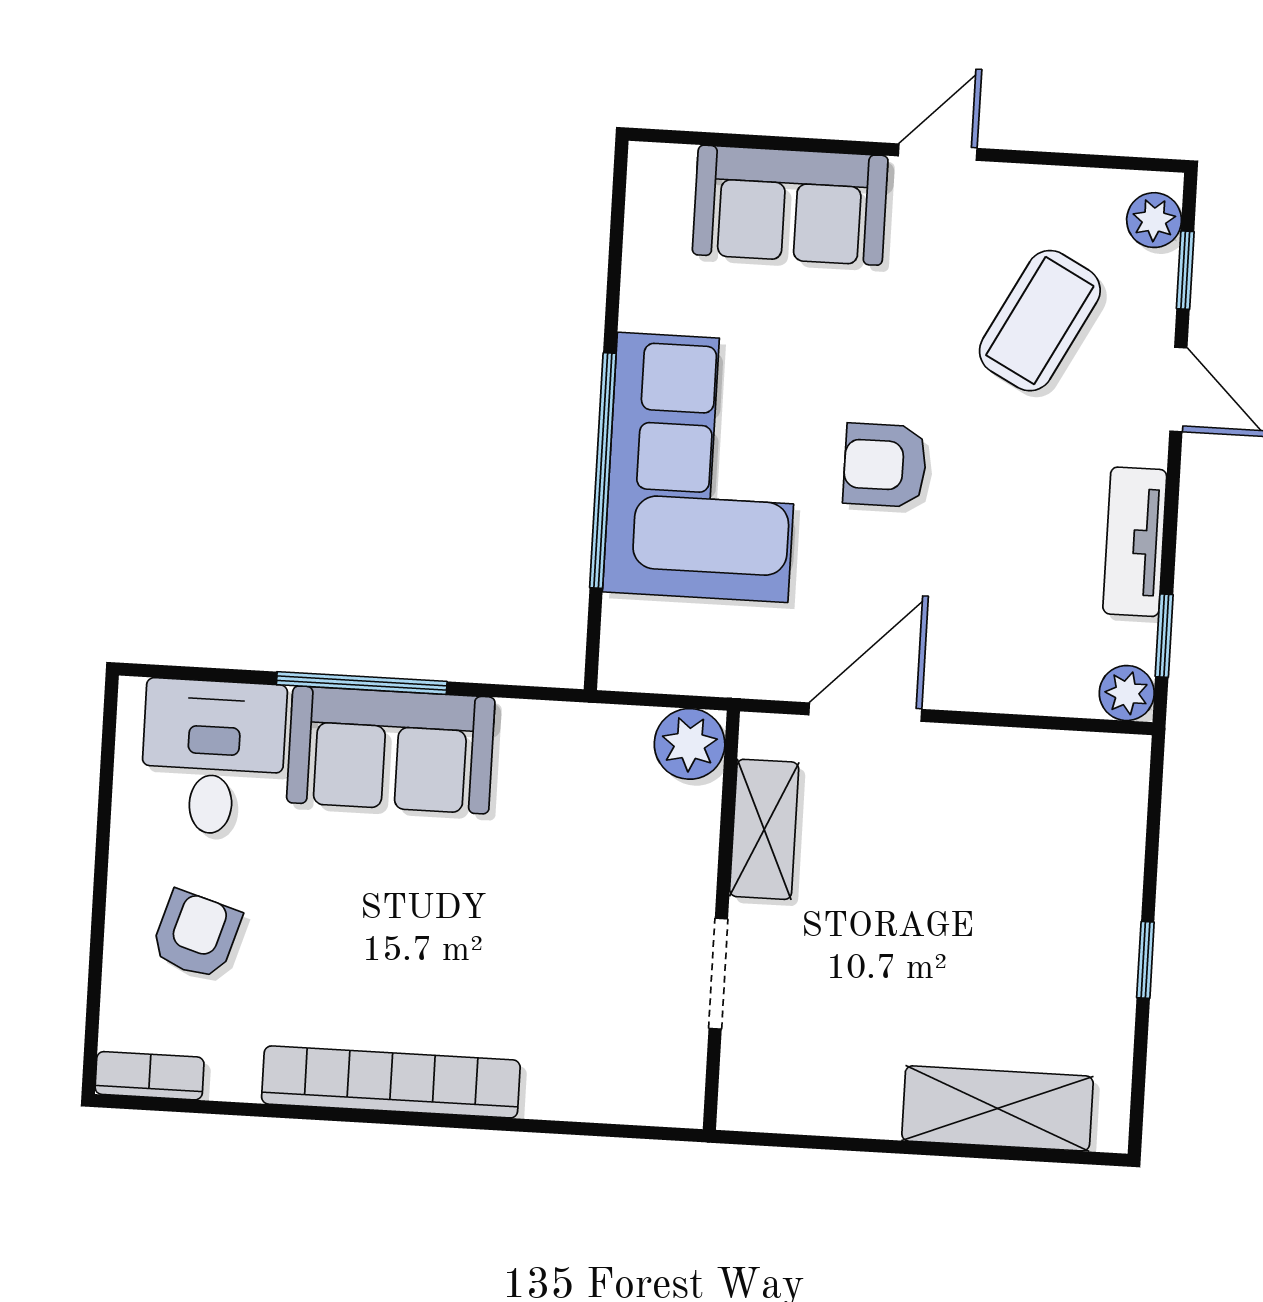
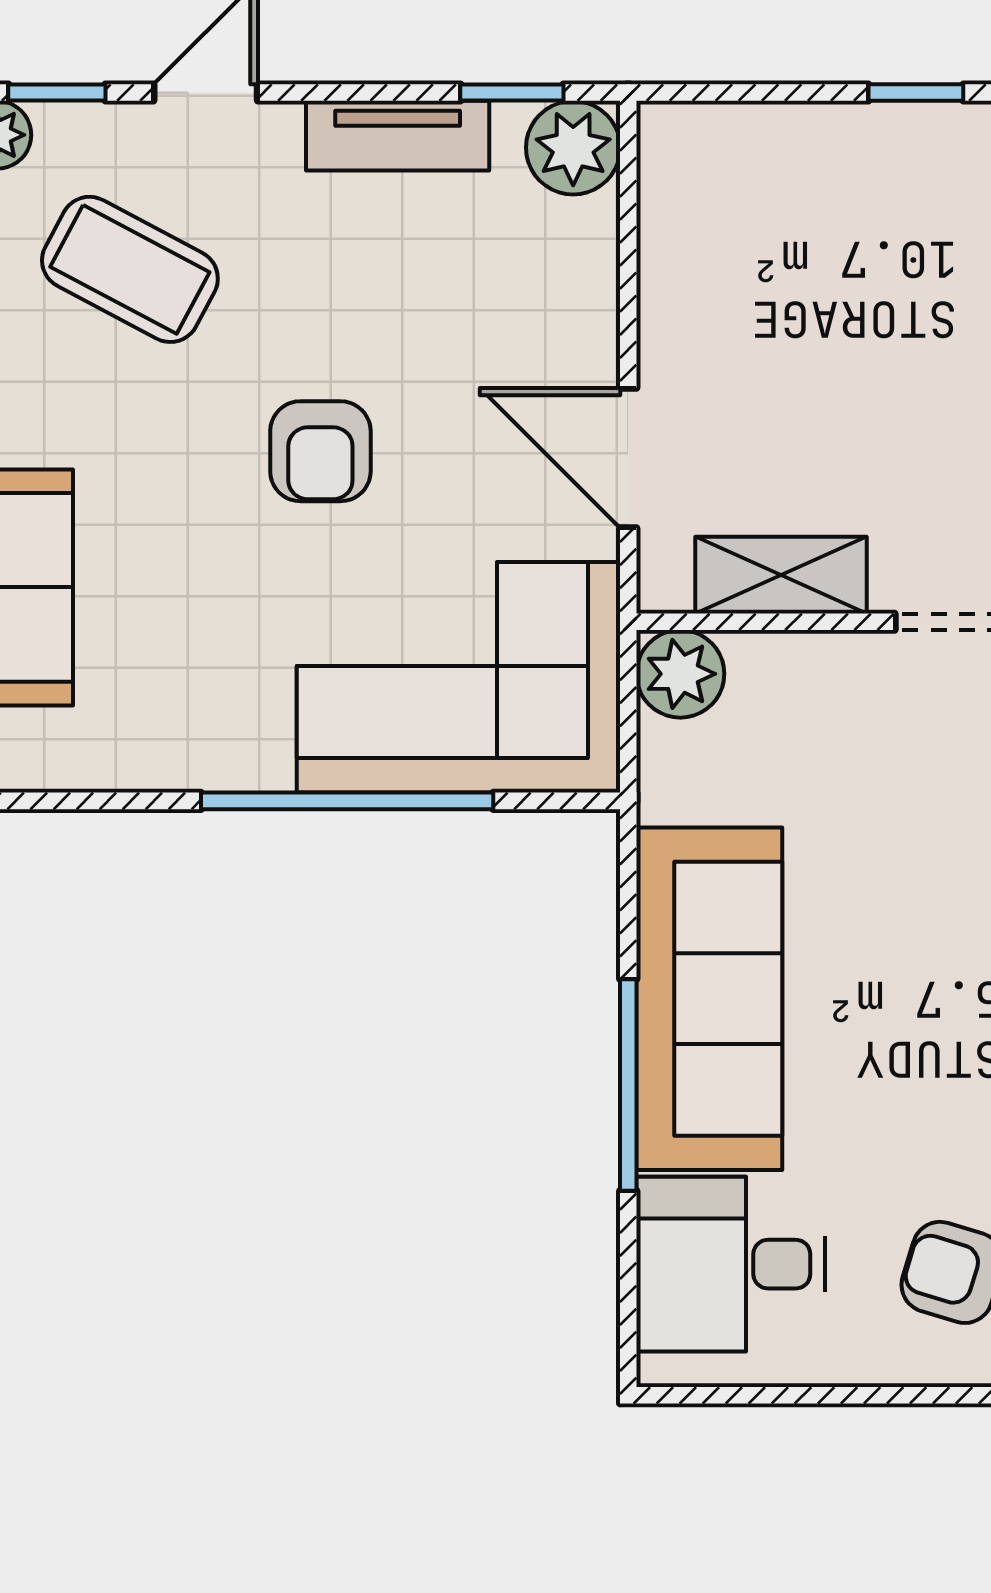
corner sofa: (703, 467) -> (458, 677), moved
plant: (1127, 693) -> (573, 148), width x1.38, depth x1.38
sofa: (391, 750) -> (709, 999), width x1.36

